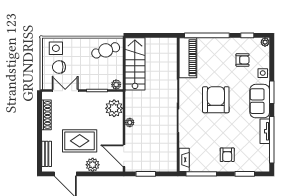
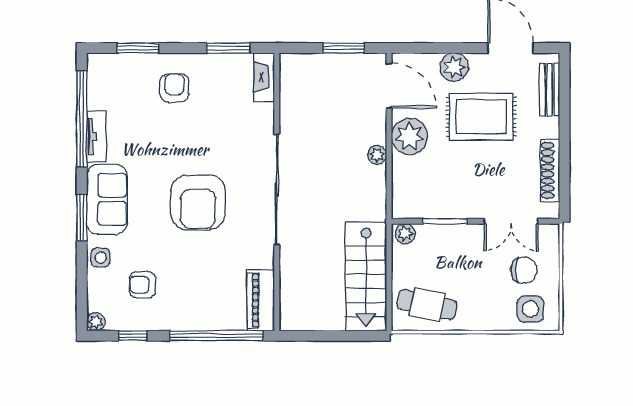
cafe table: (106, 50) -> (427, 305), turned 30
piano: (188, 58) -> (261, 300), width x0.73, depth x0.75
plant: (114, 108) -> (410, 136), moved
window: (201, 174) -> (228, 48), width x0.69

